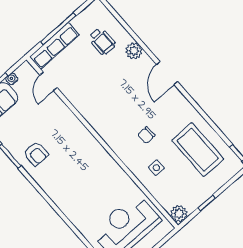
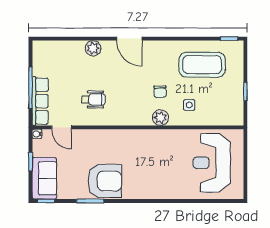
wheelchair: (102, 41) -> (94, 99), moved
water cooler: (12, 79) -> (37, 134), moved
armchair: (36, 154) -> (105, 181), width x1.88, depth x1.88
plant: (179, 214) -> (160, 118), moved

